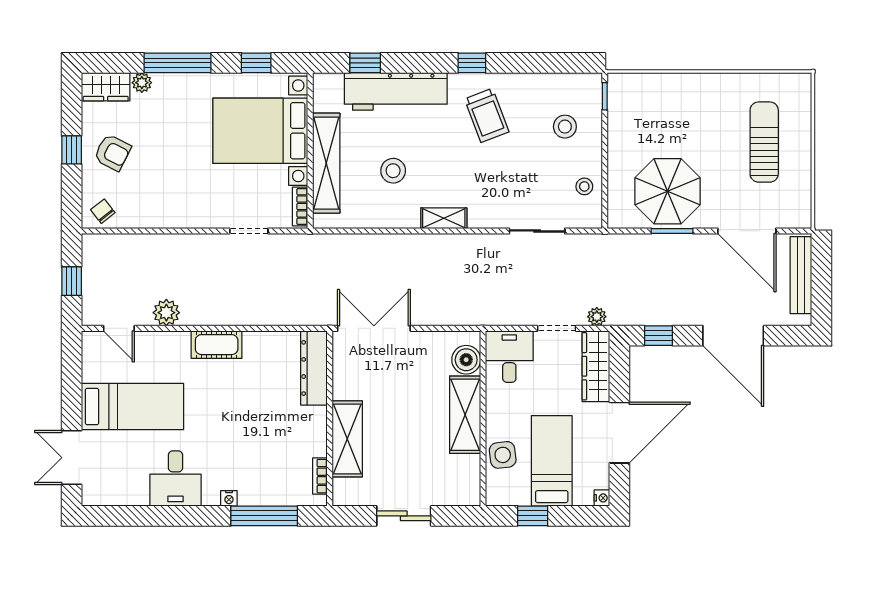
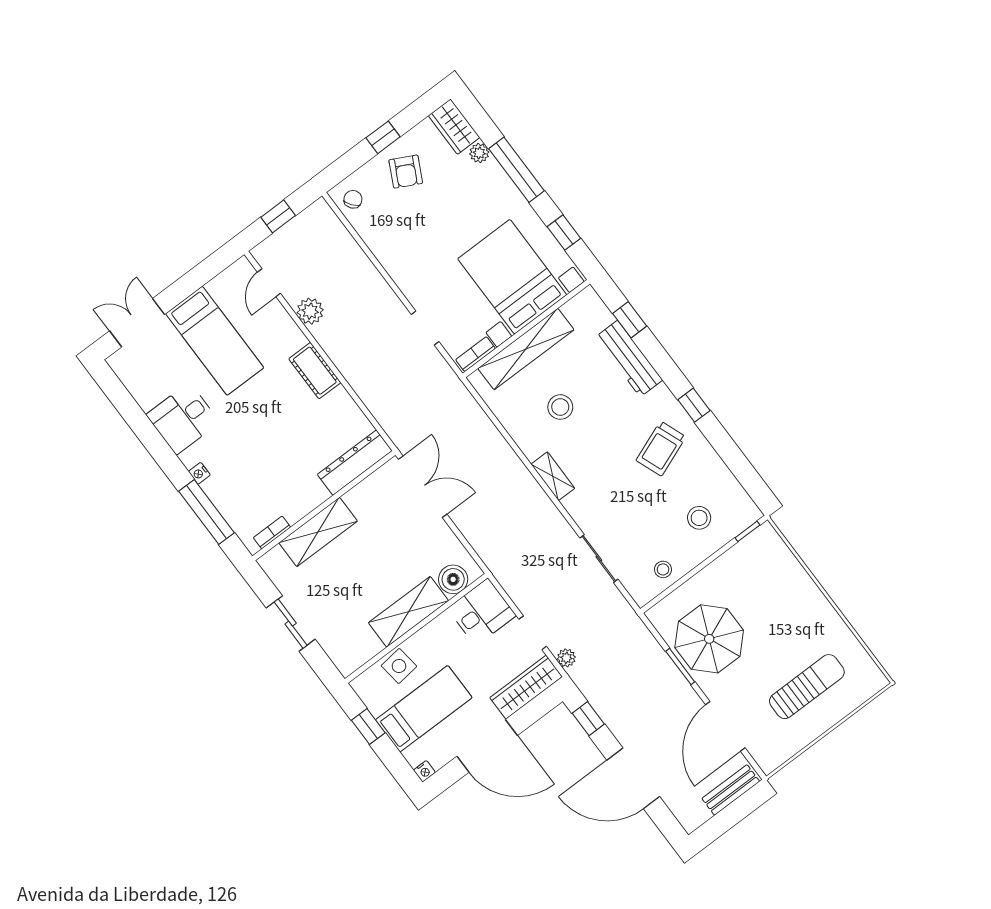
workbench: (396, 91) -> (629, 359), width x0.73, depth x0.76
bench: (801, 275) -> (731, 790), width x0.73
door: (733, 336) -> (633, 778), hinge flipped

